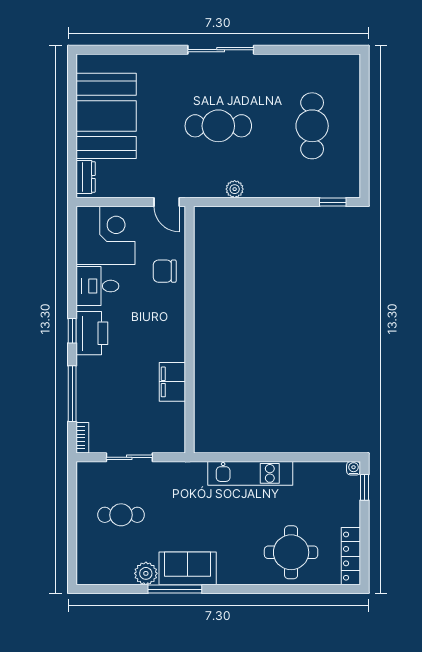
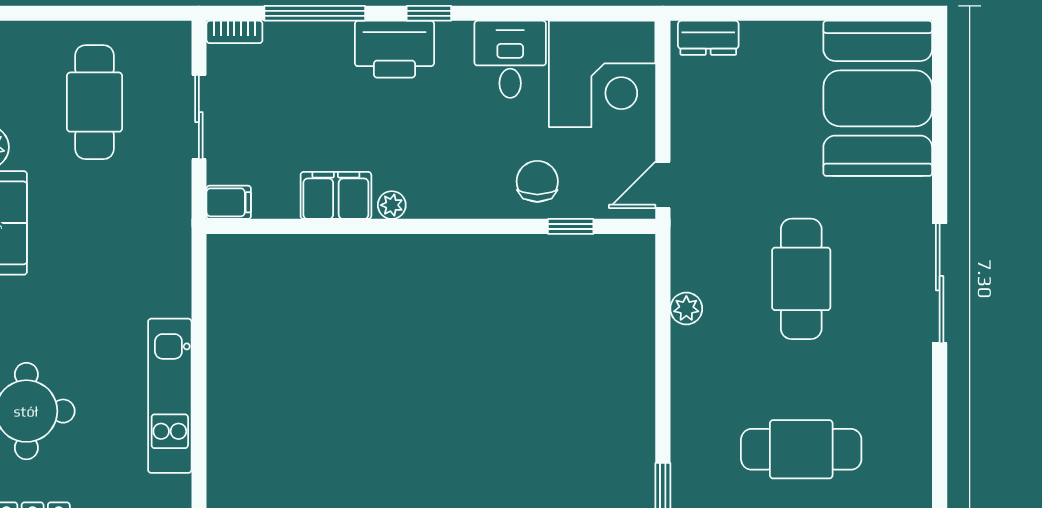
booth: (106, 116) -> (878, 98), moved, turned 90
window: (189, 253) -> (571, 226), added
printer: (92, 333) -> (394, 49), moved
plant: (178, 351) -> (392, 205), added
filing cabinet: (176, 441) -> (229, 202), added
kitchen unit: (250, 473) -> (170, 396), moved
cafe table: (121, 515) -> (95, 102), width x1.37, depth x1.35

